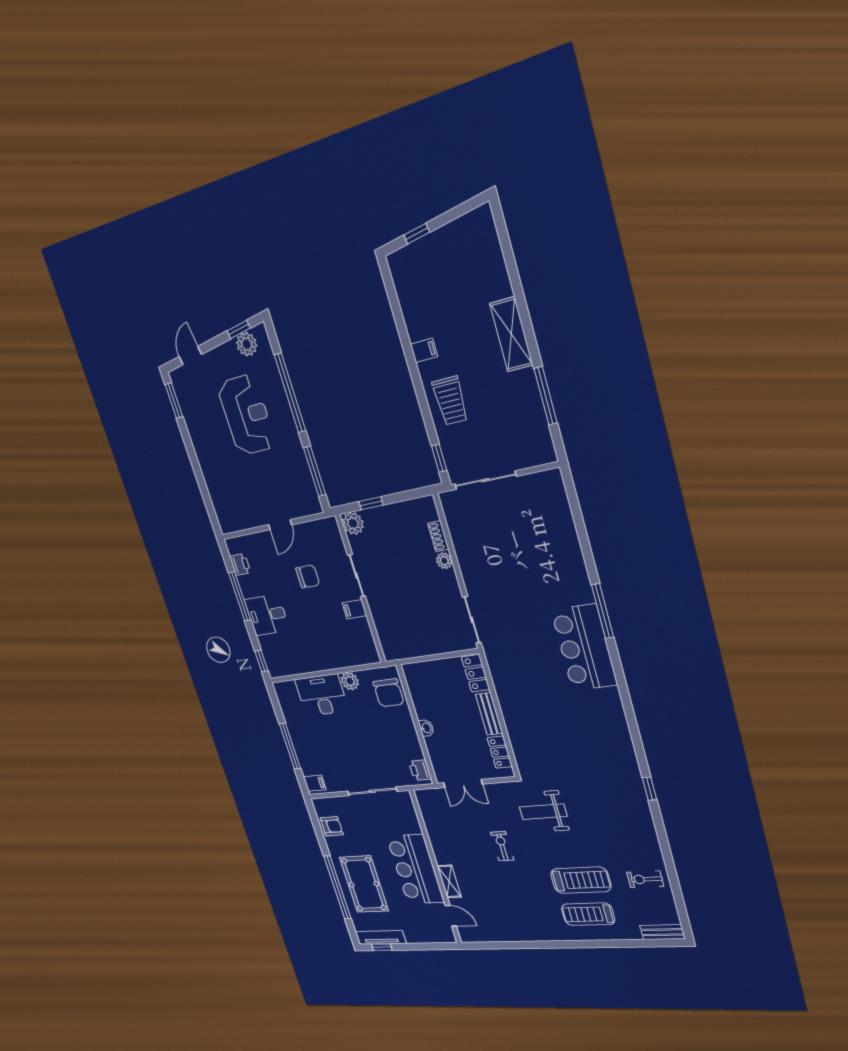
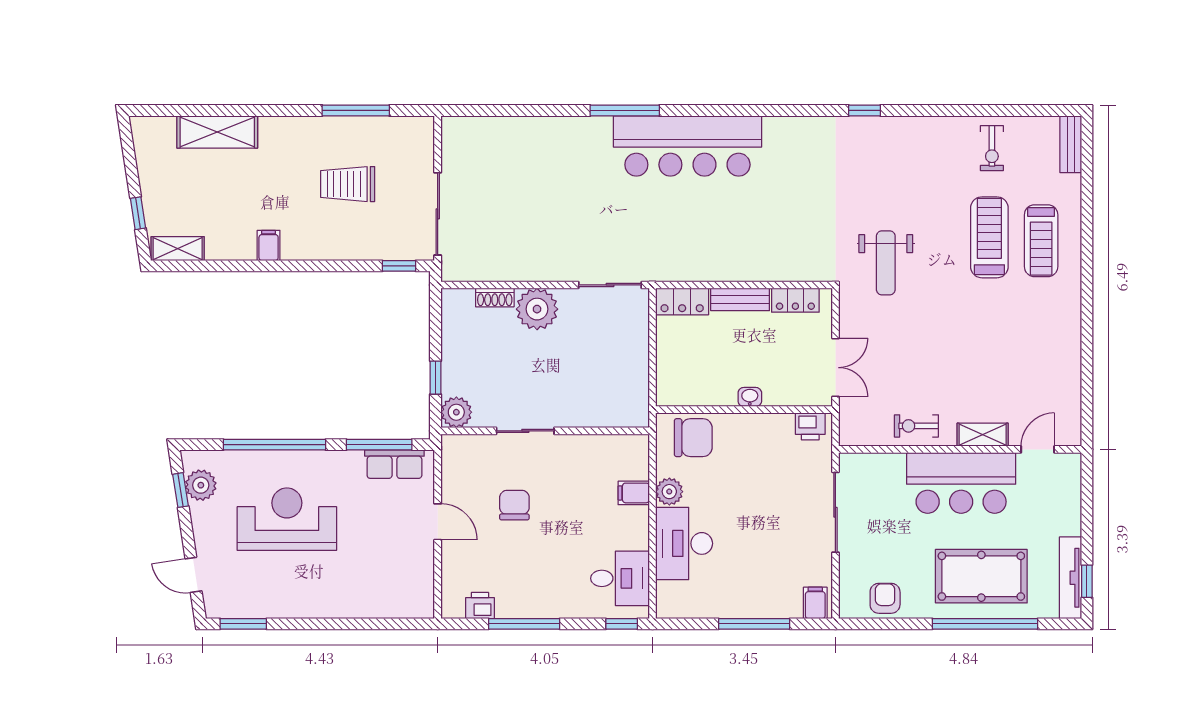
shelving: (400, 276) -> (178, 249), added
shelving: (511, 334) -> (217, 132), moved
trolley: (450, 401) -> (348, 184), moved, turned 180
row of seats: (306, 486) -> (394, 464), added
plant: (444, 561) -> (537, 309), width x1.88, depth x1.88
filing cabinet: (354, 609) -> (634, 493), moved, turned 90
desk: (267, 615) -> (620, 578), moved, turned -90
bar counter: (584, 648) -> (687, 146), width x1.36
exercise bike: (502, 846) -> (916, 426), moved

